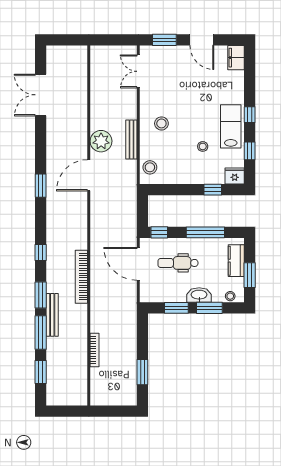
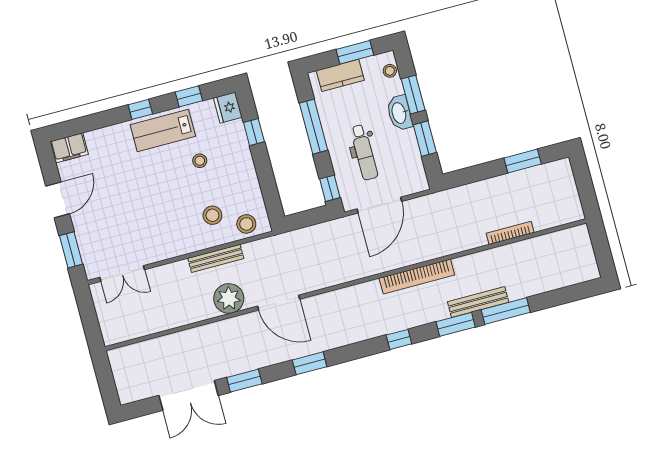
stool: (161, 123) -> (212, 215), moved
window: (41, 372) -> (244, 381), moved

